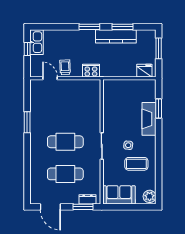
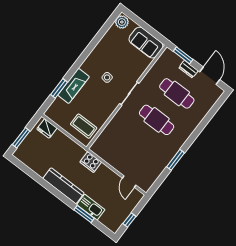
window: (89, 27) -> (84, 214), moved
window: (123, 27) -> (37, 178), removed
kitchen counter: (116, 36) -> (63, 186), moved
kitchen sink: (37, 42) -> (91, 207), moved, turned 90
trolley: (65, 67) -> (110, 181), removed
coffee table: (136, 164) -> (84, 126), moved
dresser: (87, 199) -> (188, 69), moved

